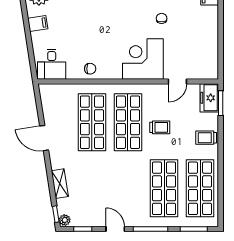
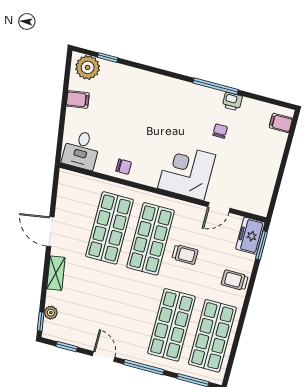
shelving: (60, 184) -> (56, 273), moved
plant: (65, 220) -> (51, 313), moved

